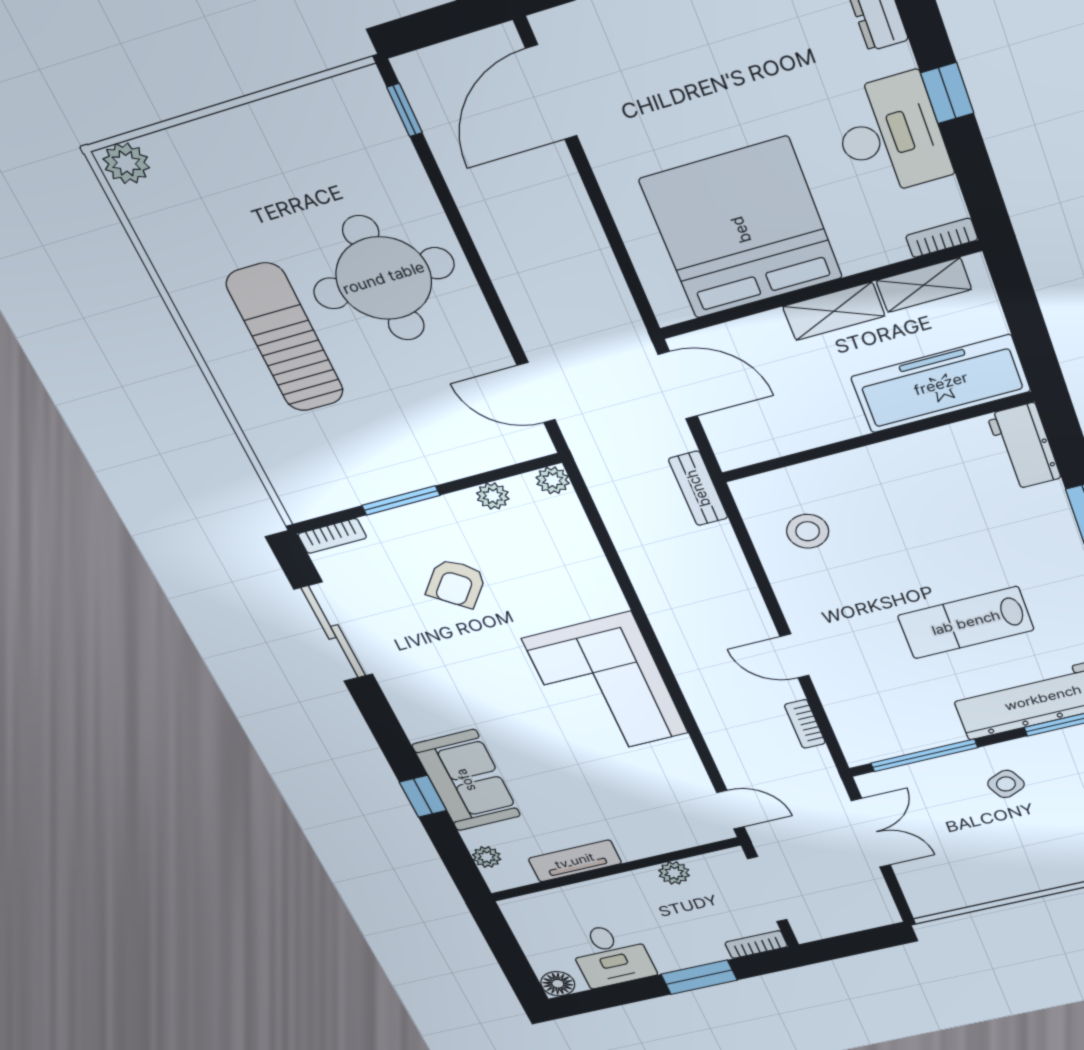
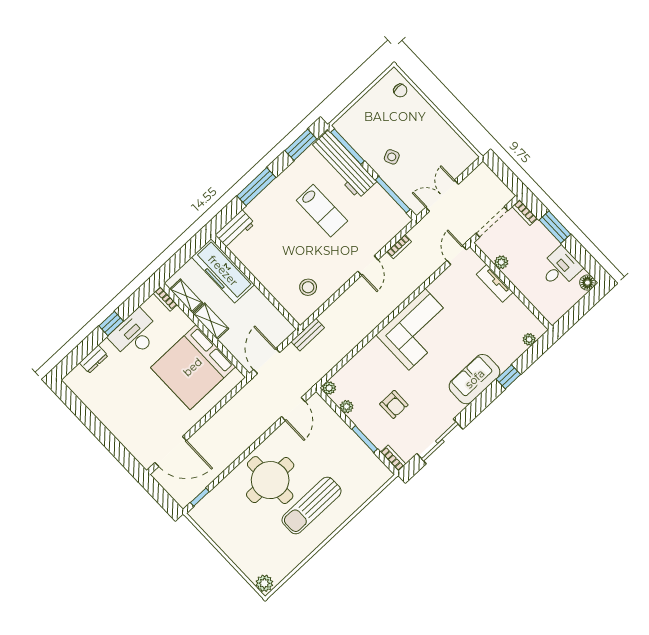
armchair: (456, 583) -> (394, 404), turned 51
sofa: (466, 780) -> (475, 379), moved
tv unit: (575, 861) -> (495, 283), moved

